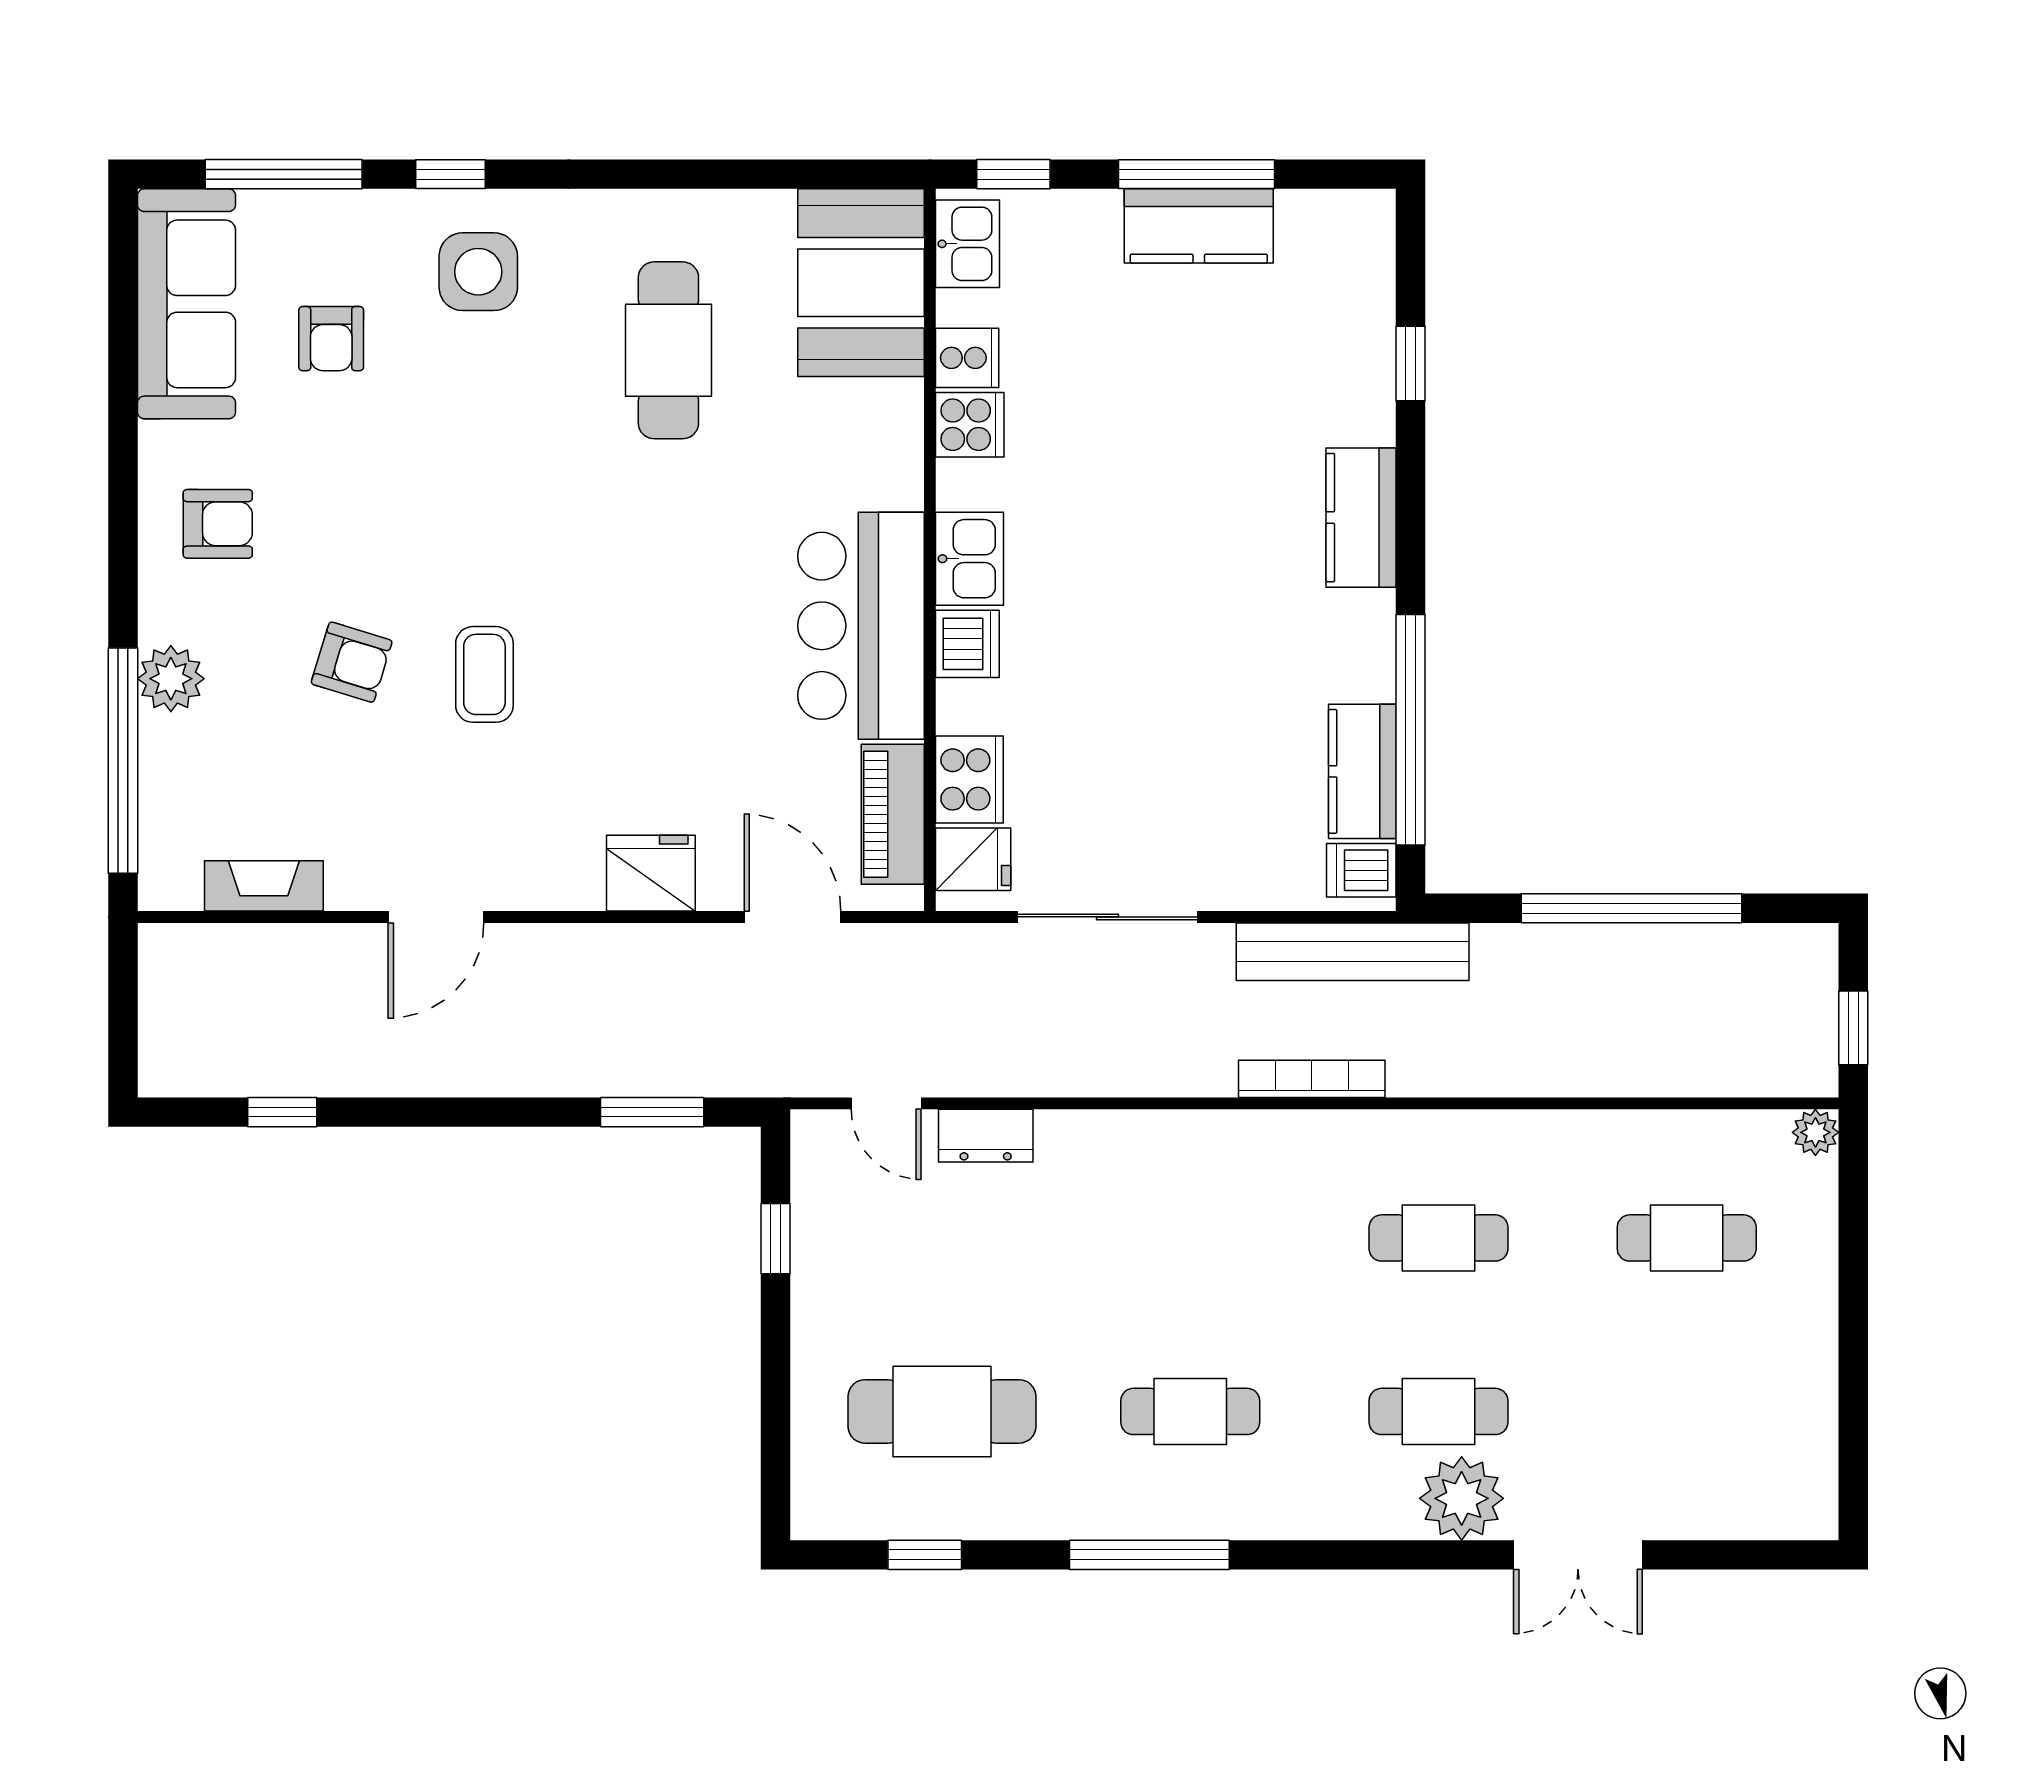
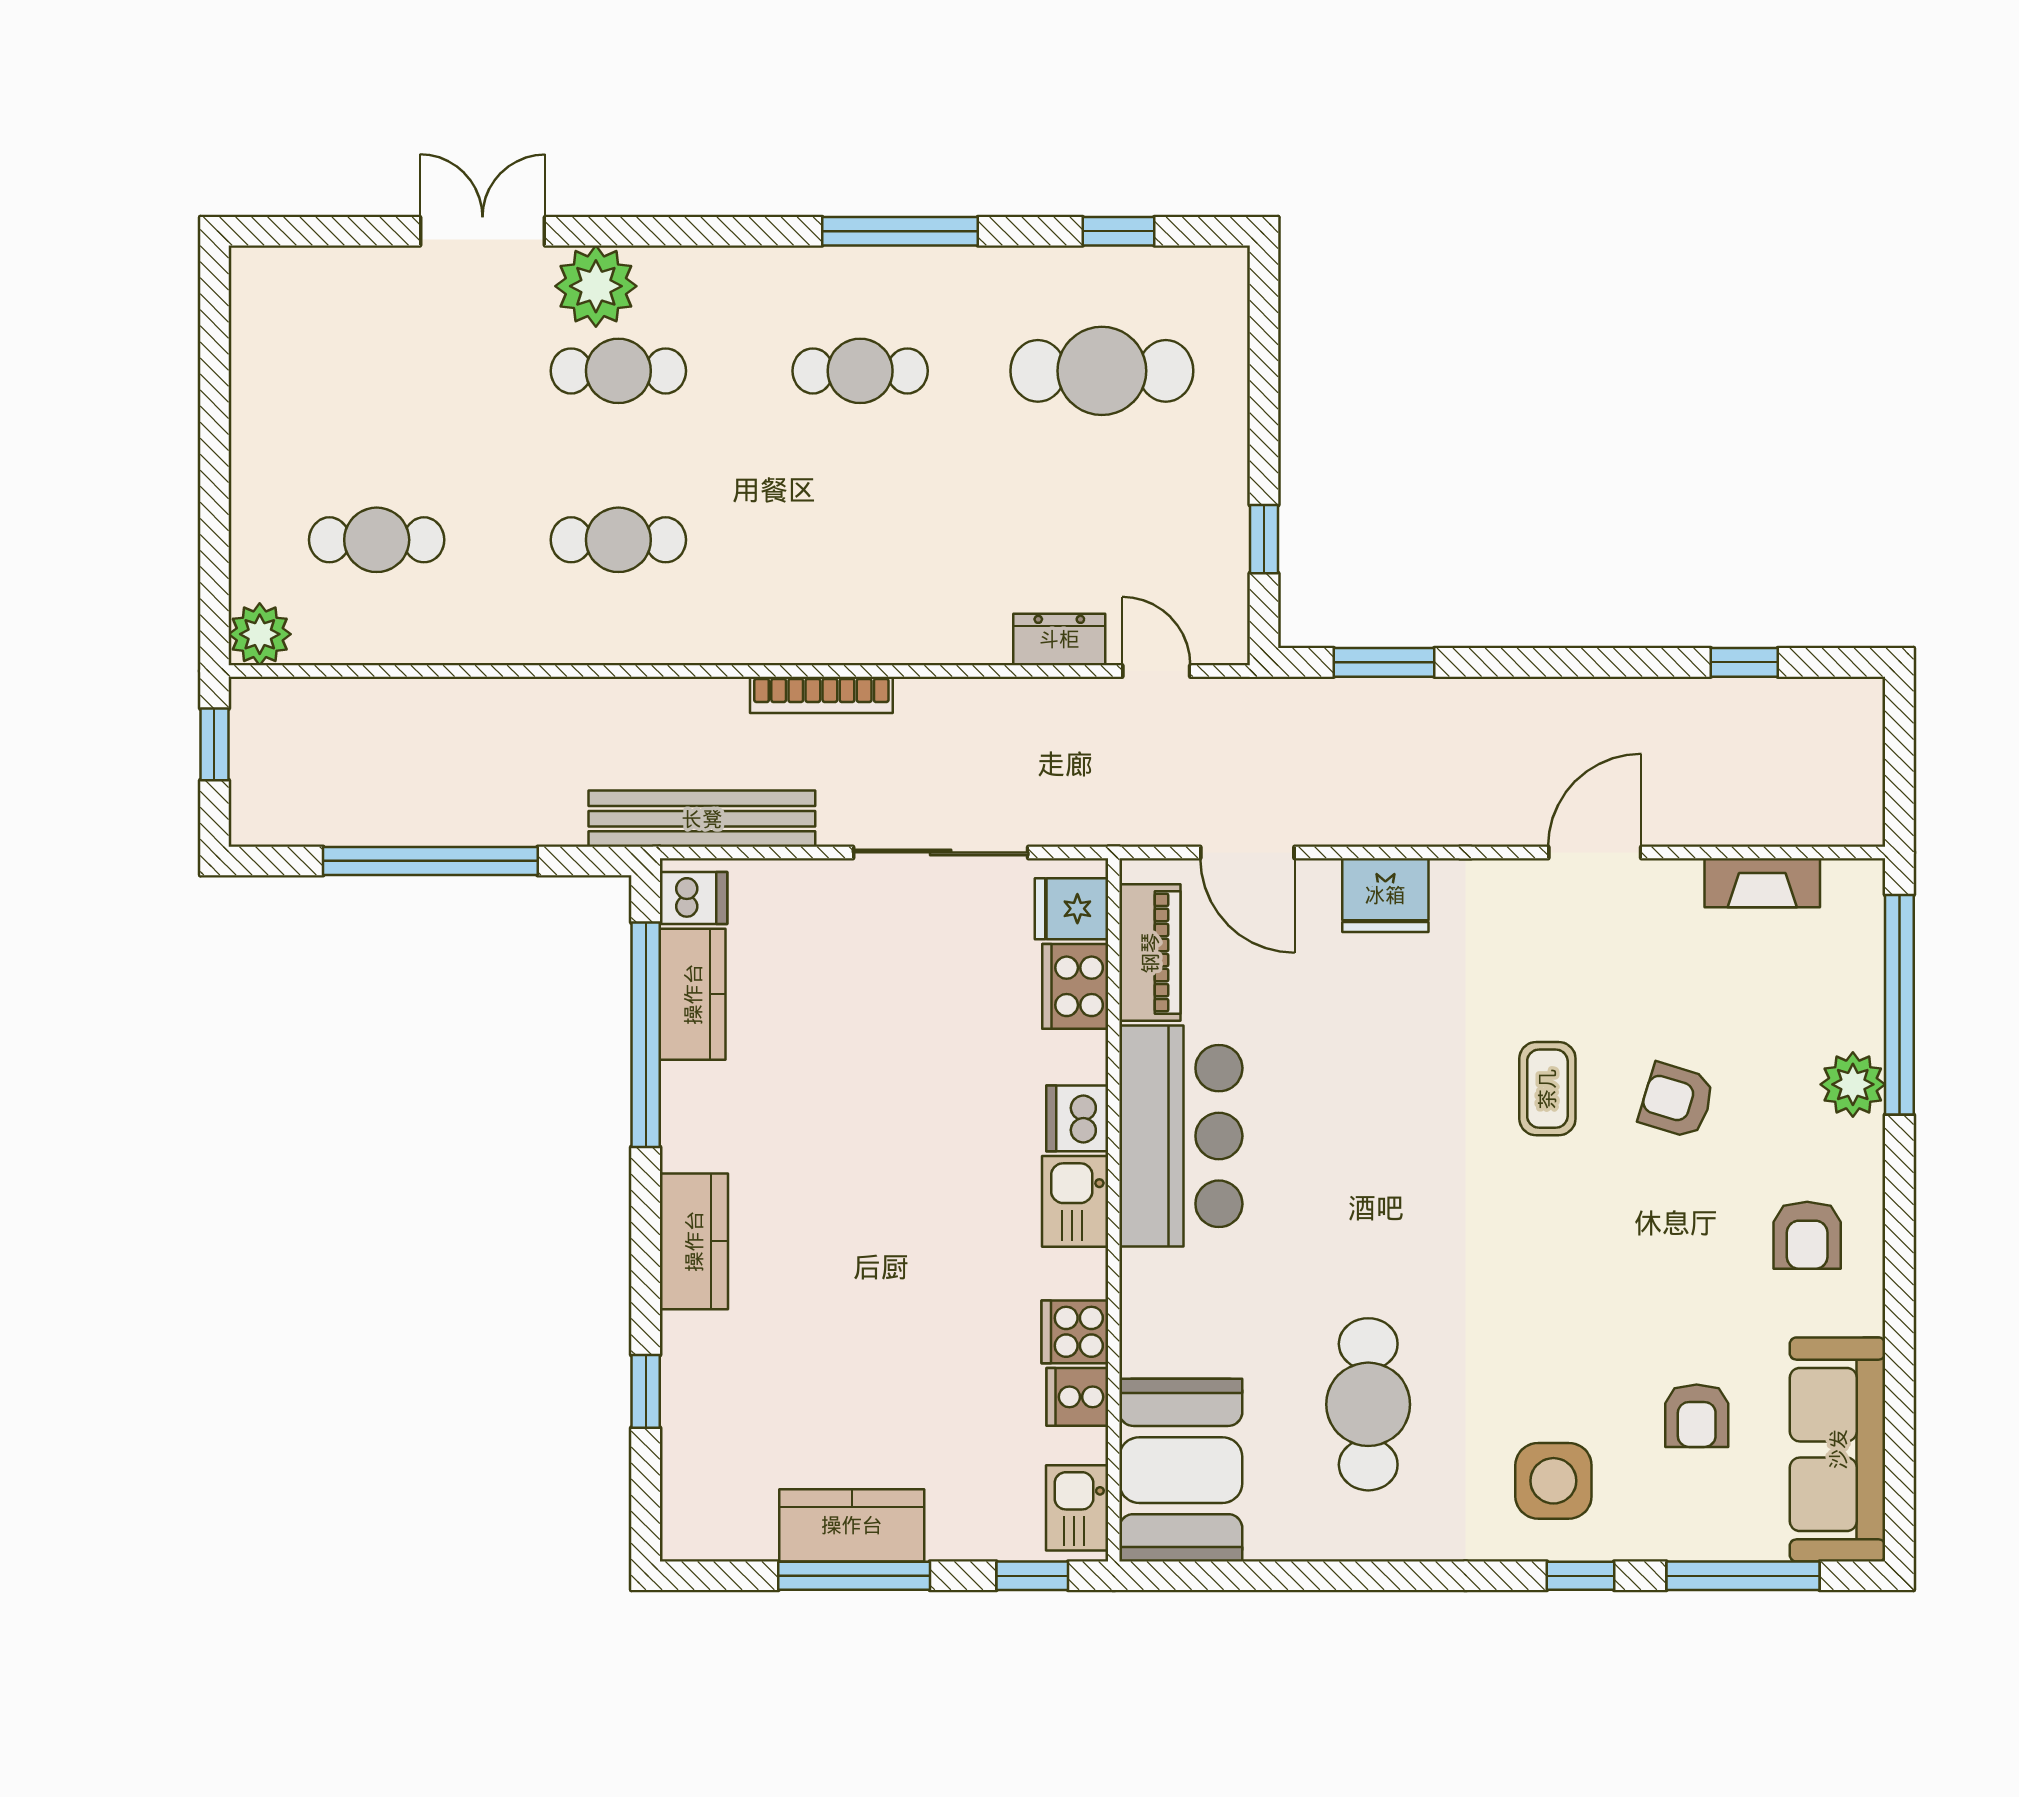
armchair: (331, 339) -> (1697, 1416), turned 180
armchair: (218, 524) -> (1807, 1235), turned -90
bookcase: (1312, 1079) -> (821, 695), moved
plant: (1815, 1132) -> (260, 634), width x1.38, depth x1.38

